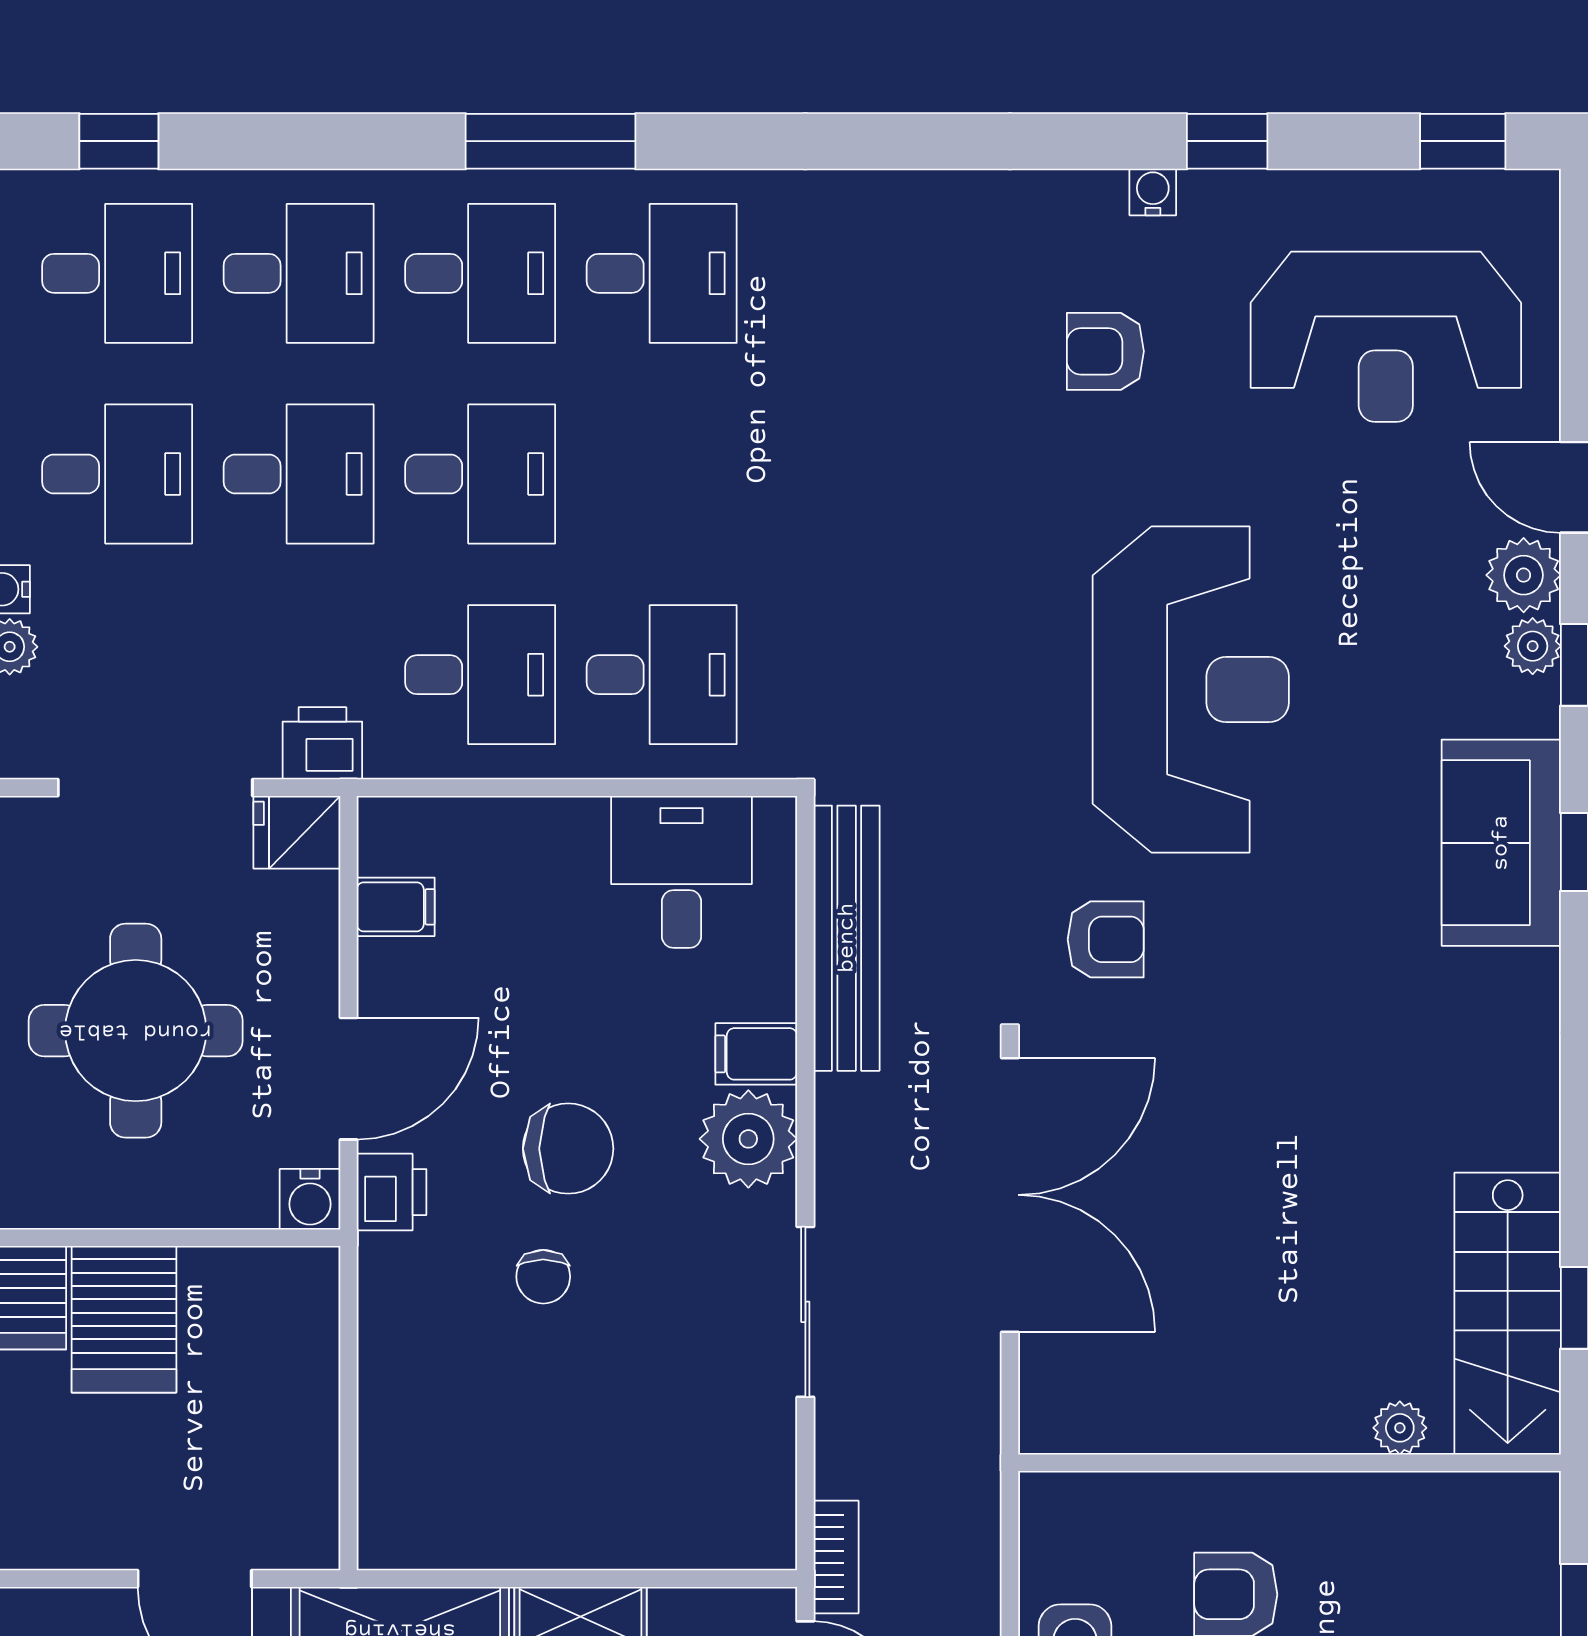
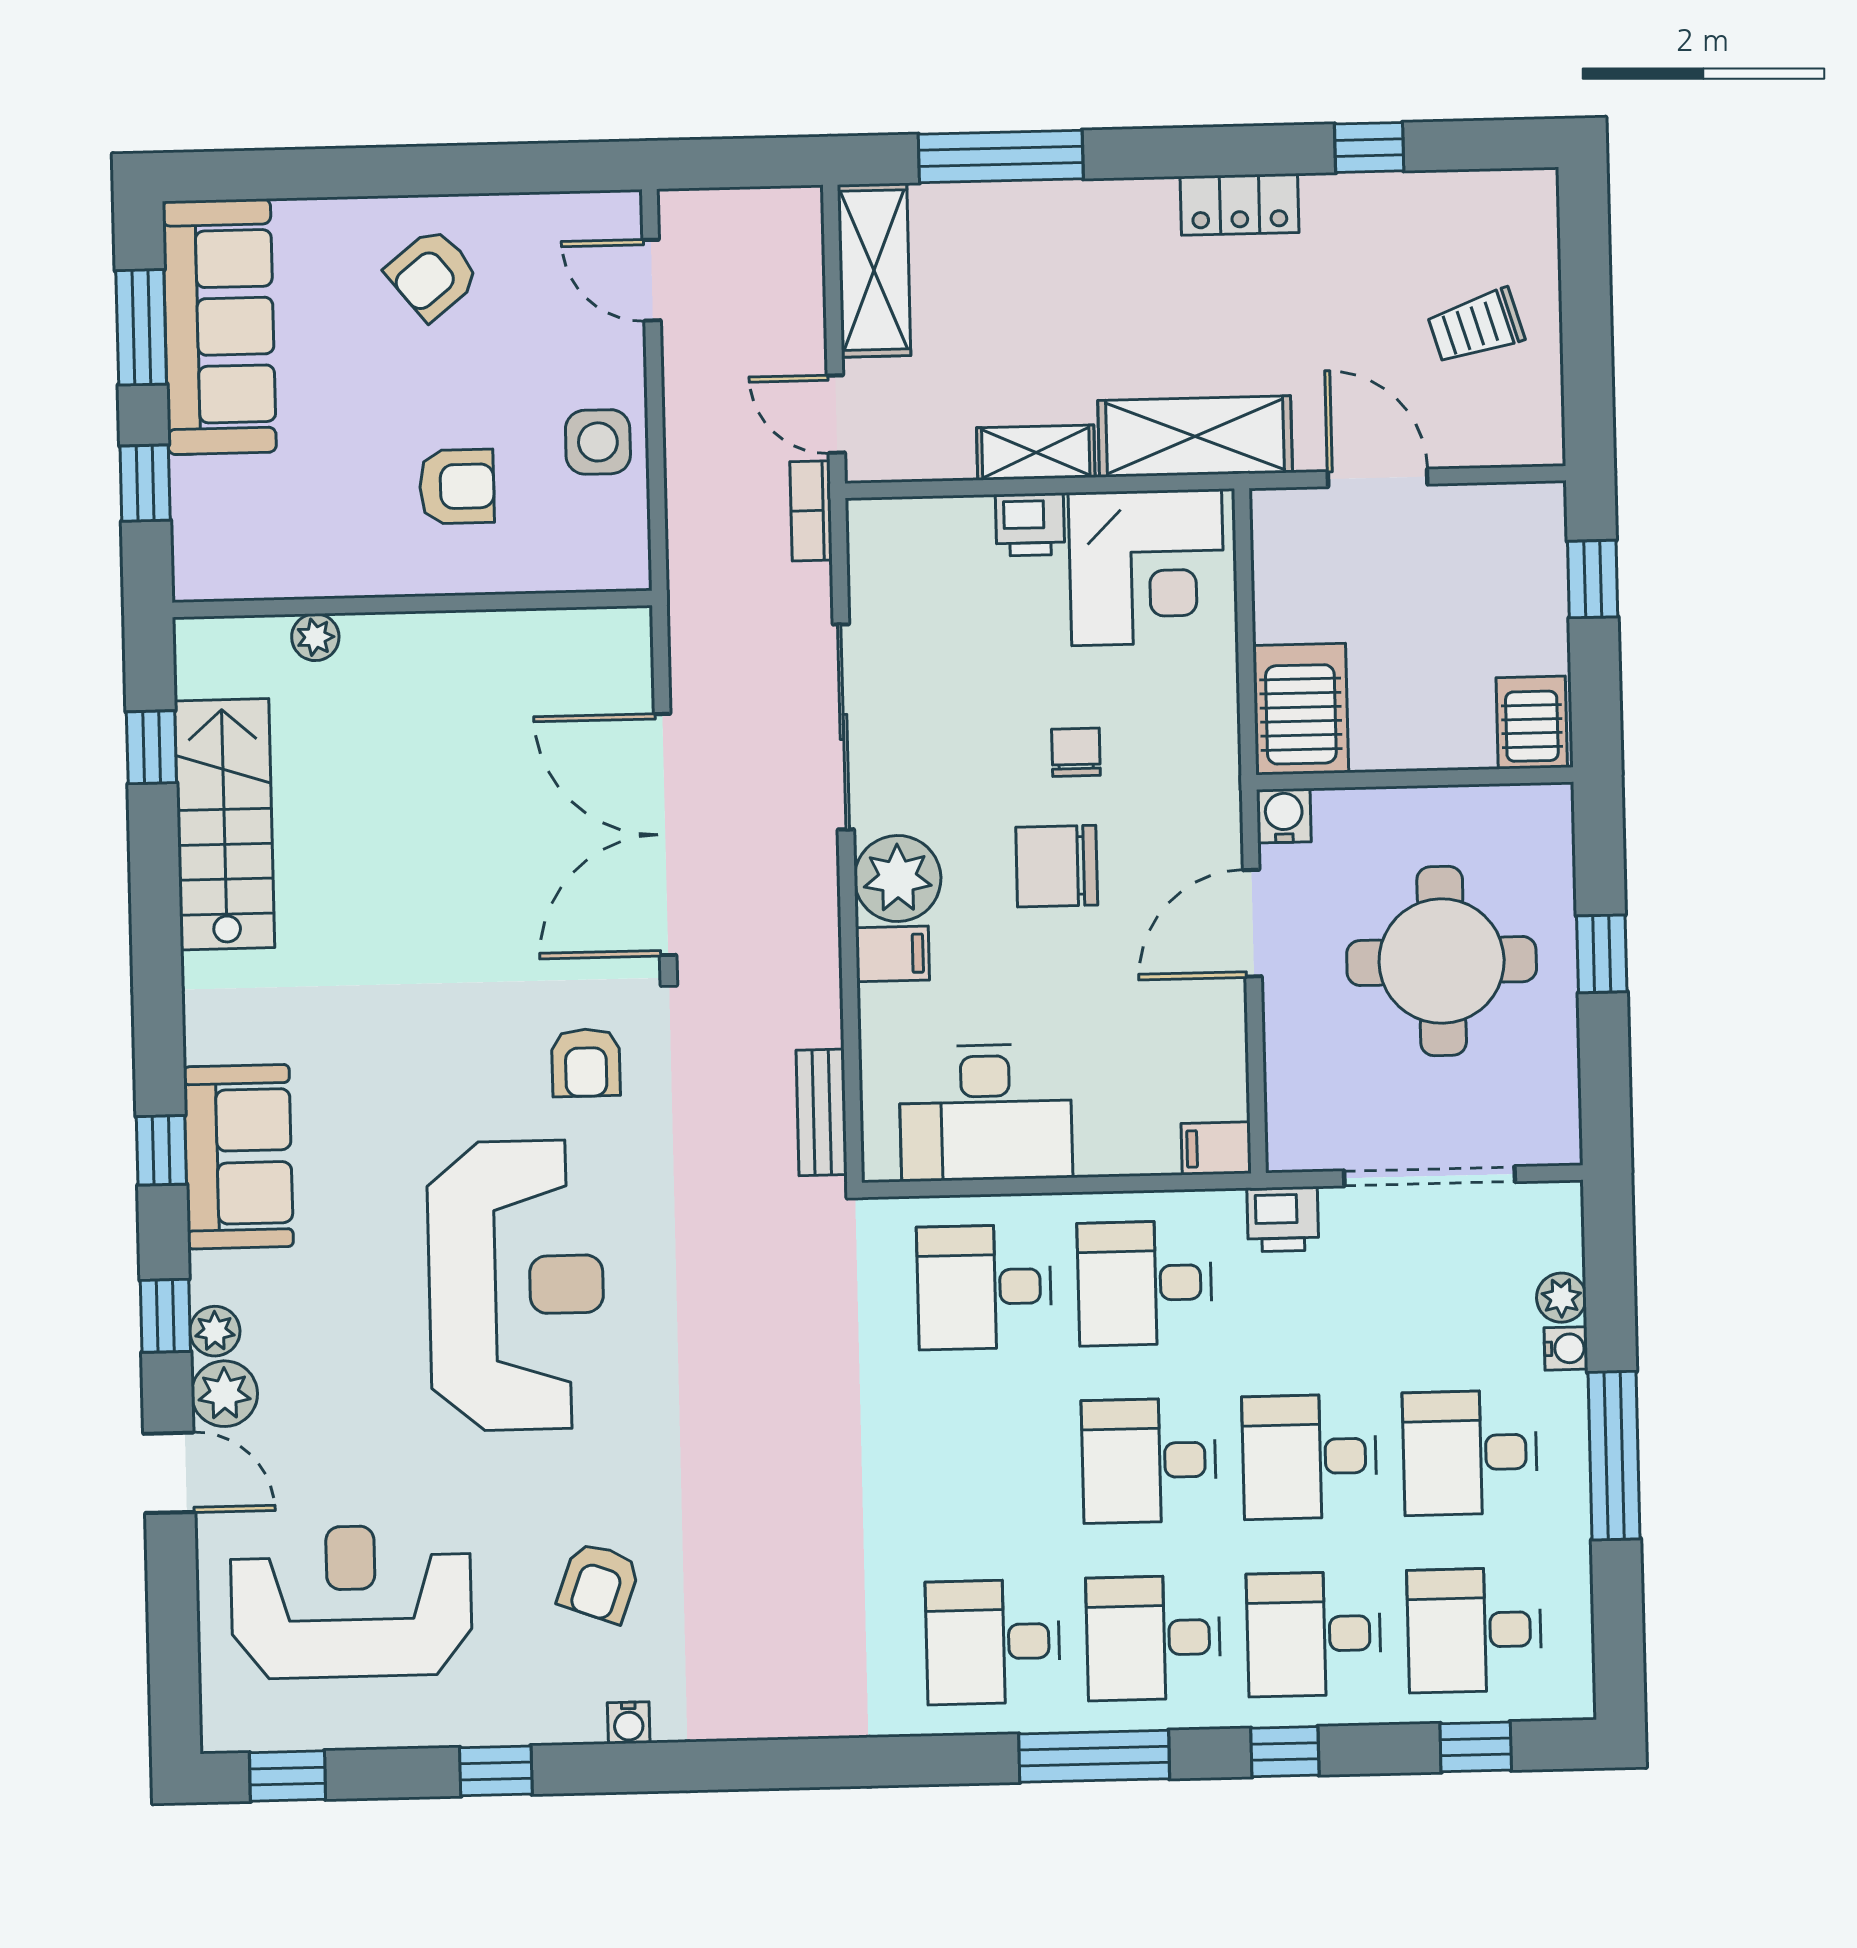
window: (335, 141) -> (1285, 1752), added
water cooler: (1153, 192) -> (629, 1723), moved
armchair: (1105, 351) -> (599, 1583), turned 110
reception desk: (1191, 690) -> (516, 1285), turned 180
fridge: (297, 832) -> (1303, 1140), removed
desk: (682, 872) -> (986, 1113), width x1.37
filing cabinet: (396, 907) -> (1216, 1148), moved
bench: (847, 938) -> (822, 1112), width x0.54, depth x0.82
armchair: (1106, 939) -> (586, 1063), turned -90
printer: (392, 1192) -> (1030, 524), moved, turned -90
sliding door: (805, 1312) -> (843, 727), width x1.37
stairs: (1508, 1314) -> (225, 824), moved
server rack: (124, 1319) -> (1301, 709), moved
corner desk: (458, 1484) -> (1147, 567), added

